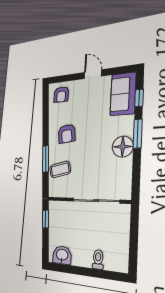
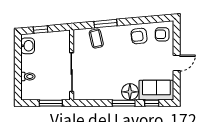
armchair: (67, 134) -> (139, 36), moved
floor lamp: (123, 147) -> (130, 92), moved
window: (45, 219) -> (41, 29), moved
window: (134, 231) -> (51, 103), added

